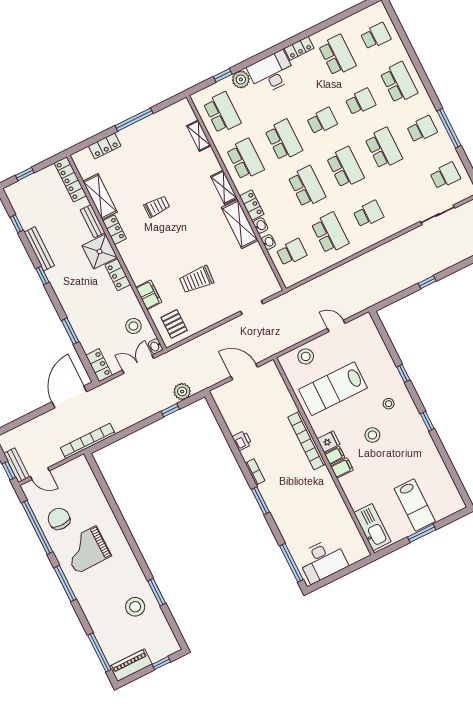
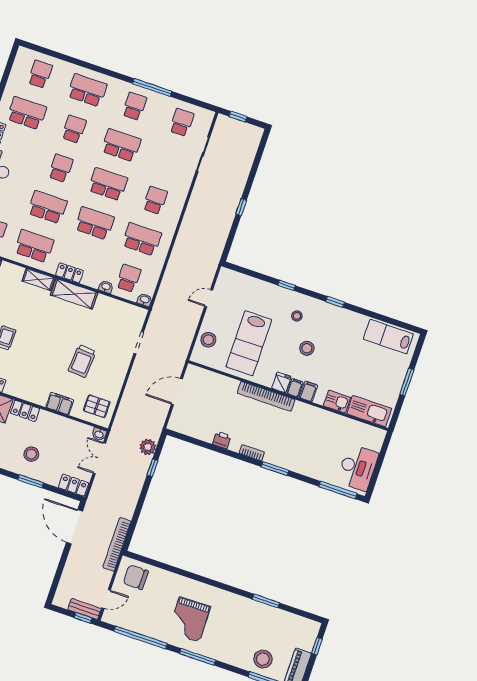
washbasin: (260, 225) -> (145, 300), moved
stool: (133, 326) -> (31, 454), moved
kitchen sink: (356, 497) -> (337, 402), added
lab bench: (415, 505) -> (388, 337), moved, turned 180
chair: (59, 519) -> (136, 577), moved
stool: (135, 607) -> (263, 659), moved

